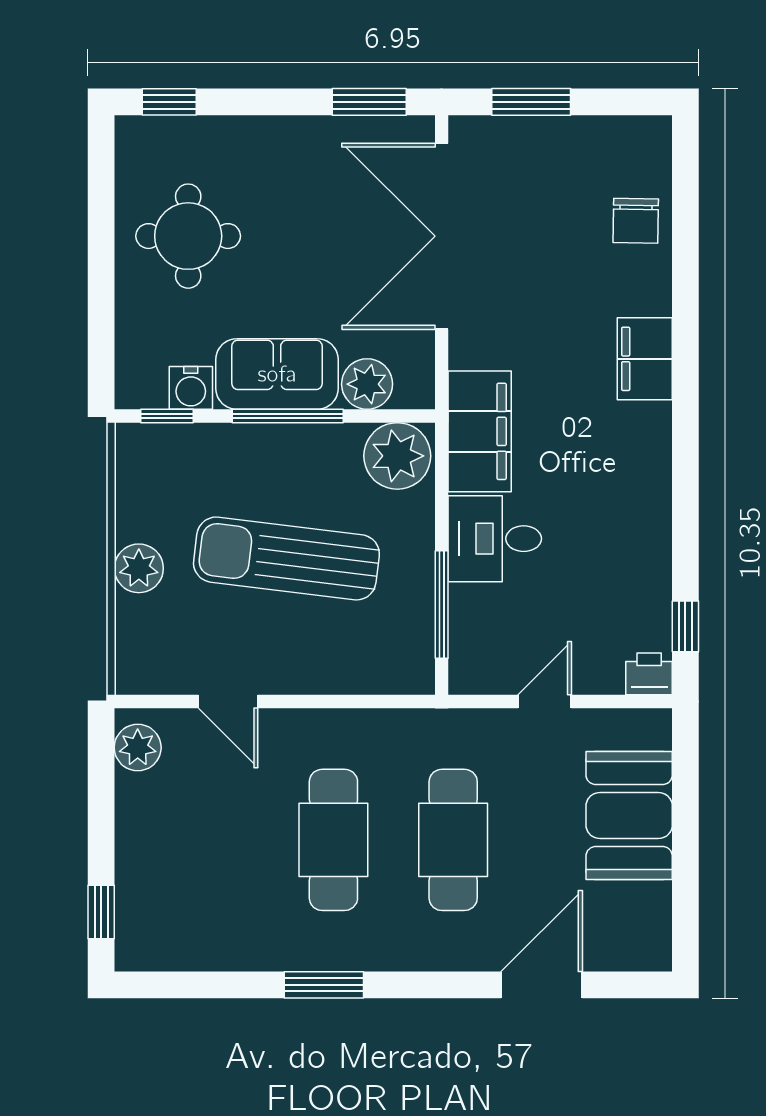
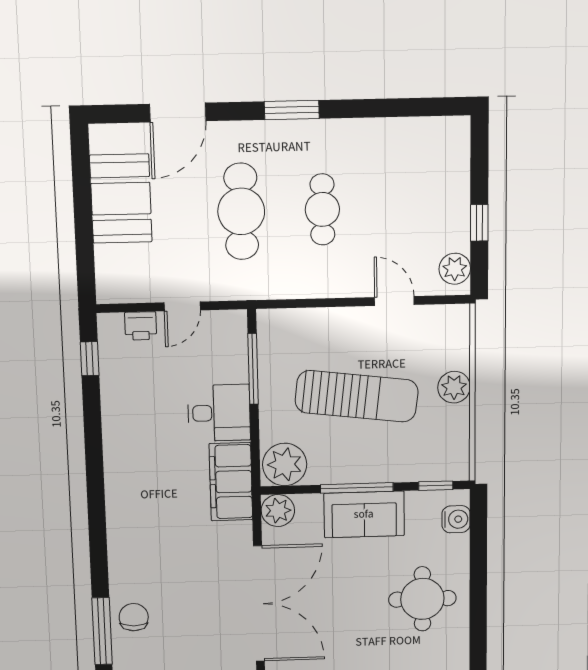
window: (685, 200) -> (102, 631), added
filing cabinet: (645, 359) -> (124, 531), removed
plant: (367, 384) -> (278, 511), moved
water cooler: (191, 388) -> (456, 519), moved, turned 90
printer: (649, 674) -> (141, 326), moved
booth: (629, 816) -> (121, 199), moved
cafe table: (333, 840) -> (322, 209), width x0.73, depth x0.74
window: (101, 912) -> (479, 223), moved
window: (324, 985) -> (292, 110), moved

